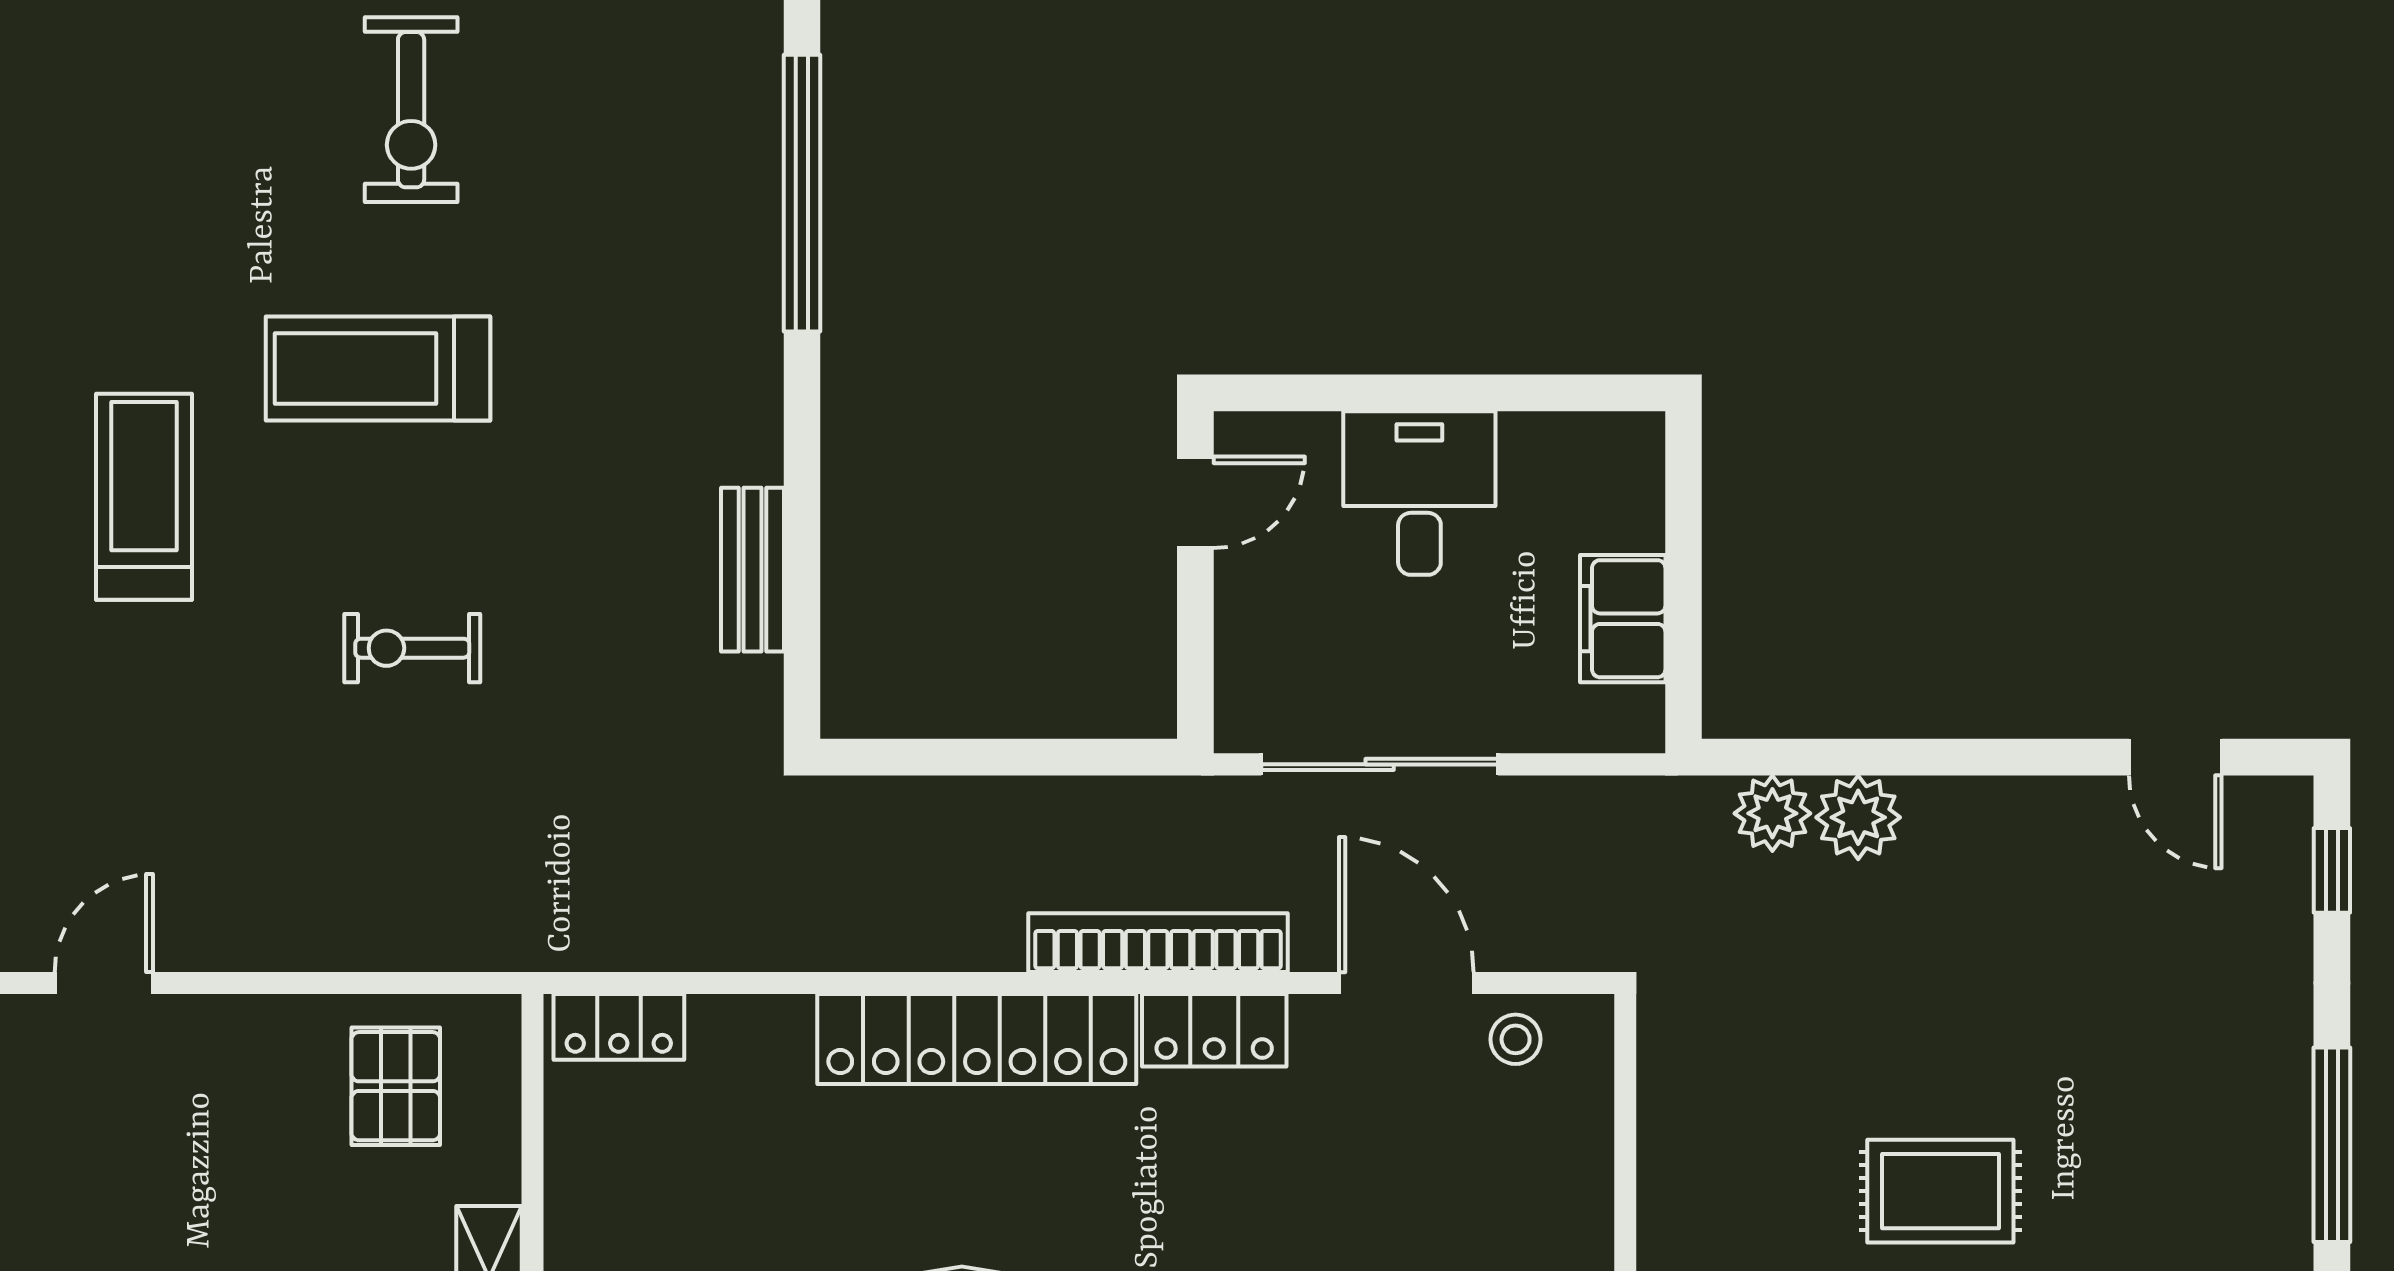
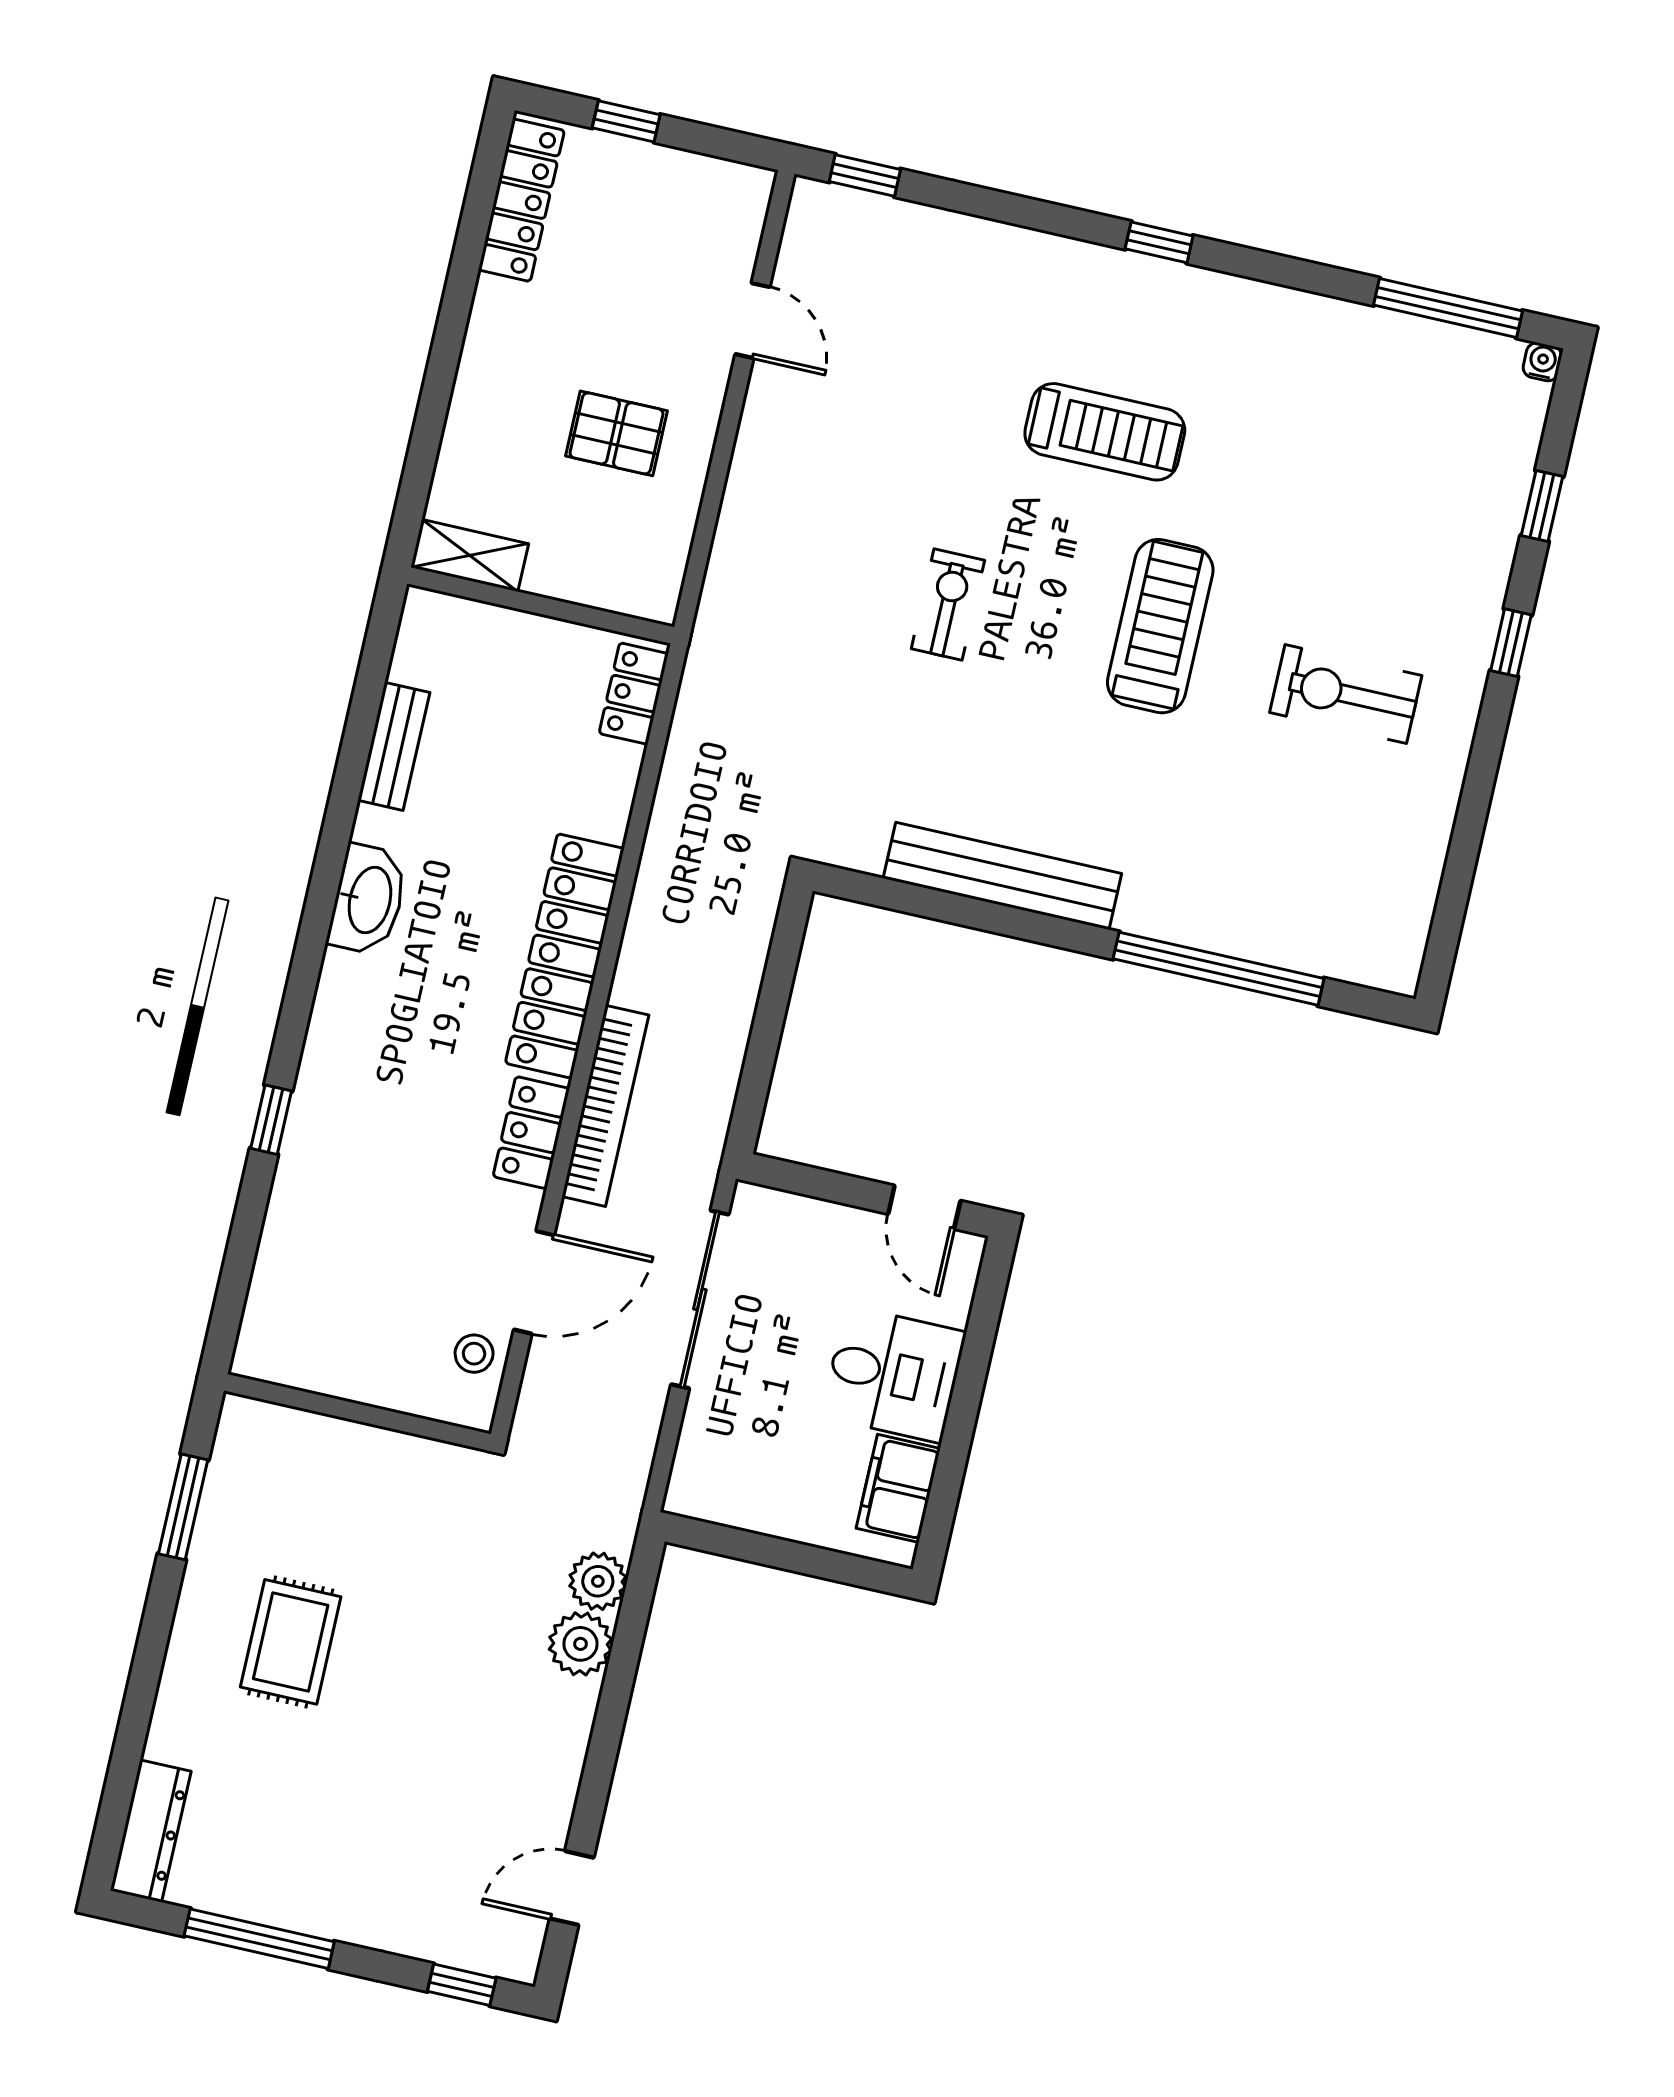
bench: (752, 570) -> (1002, 876), width x1.86, depth x1.21
filing cabinet: (1623, 619) -> (898, 1488), moved, turned -90
pallet: (396, 1086) -> (616, 433), moved

